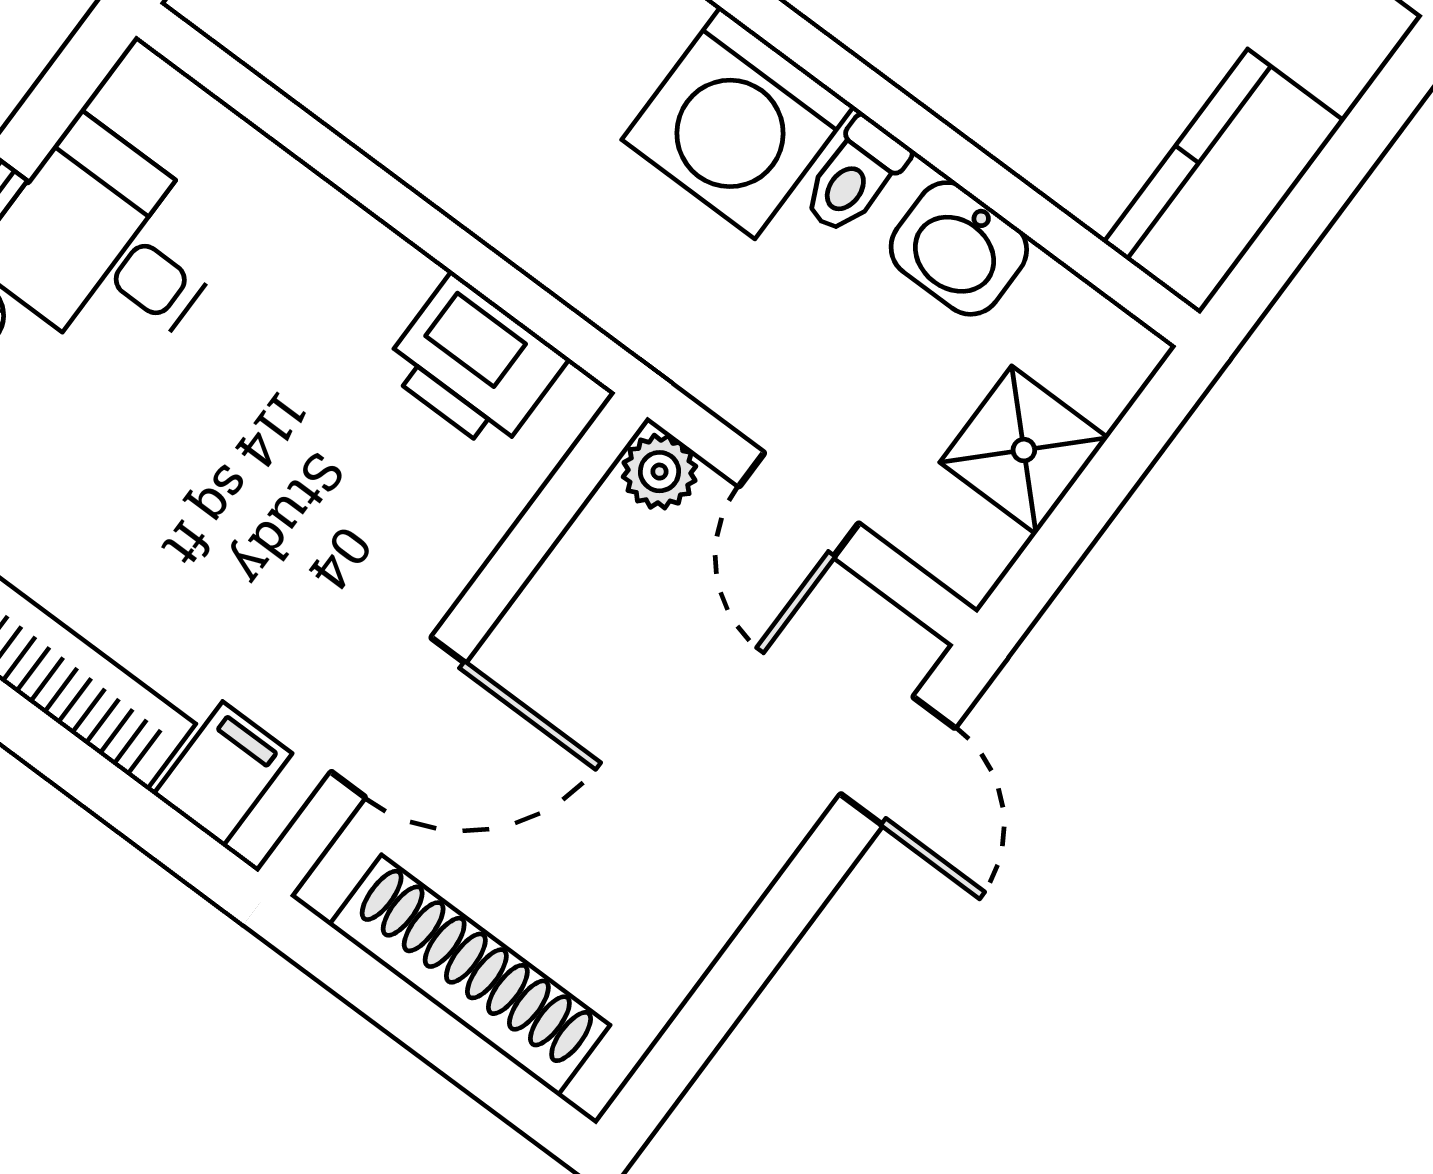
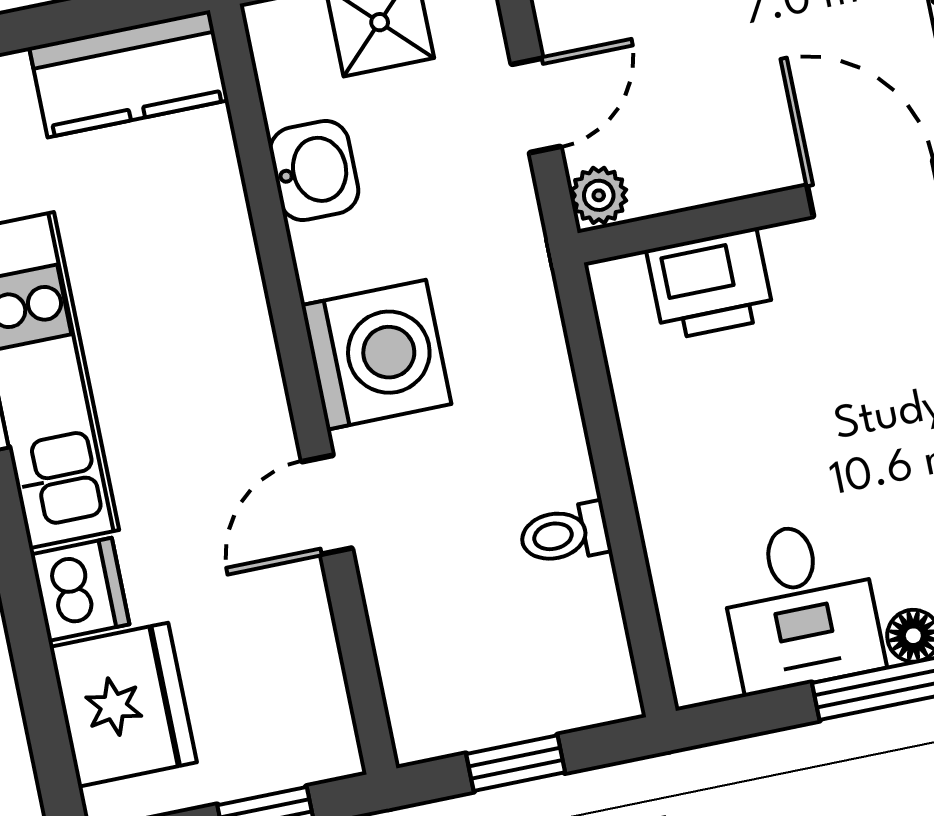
toilet: (855, 176) -> (565, 534), moved, turned 180
printer: (475, 363) -> (710, 284), moved, turned 90

